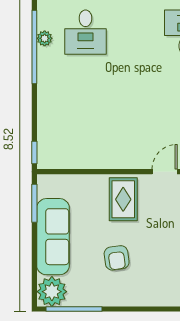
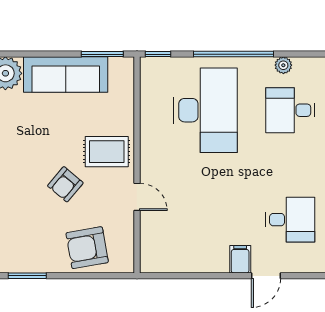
window: (34, 47) -> (234, 54), moved
desk: (85, 109) -> (205, 110), added
armchair: (117, 258) -> (65, 184), moved, turned -42

